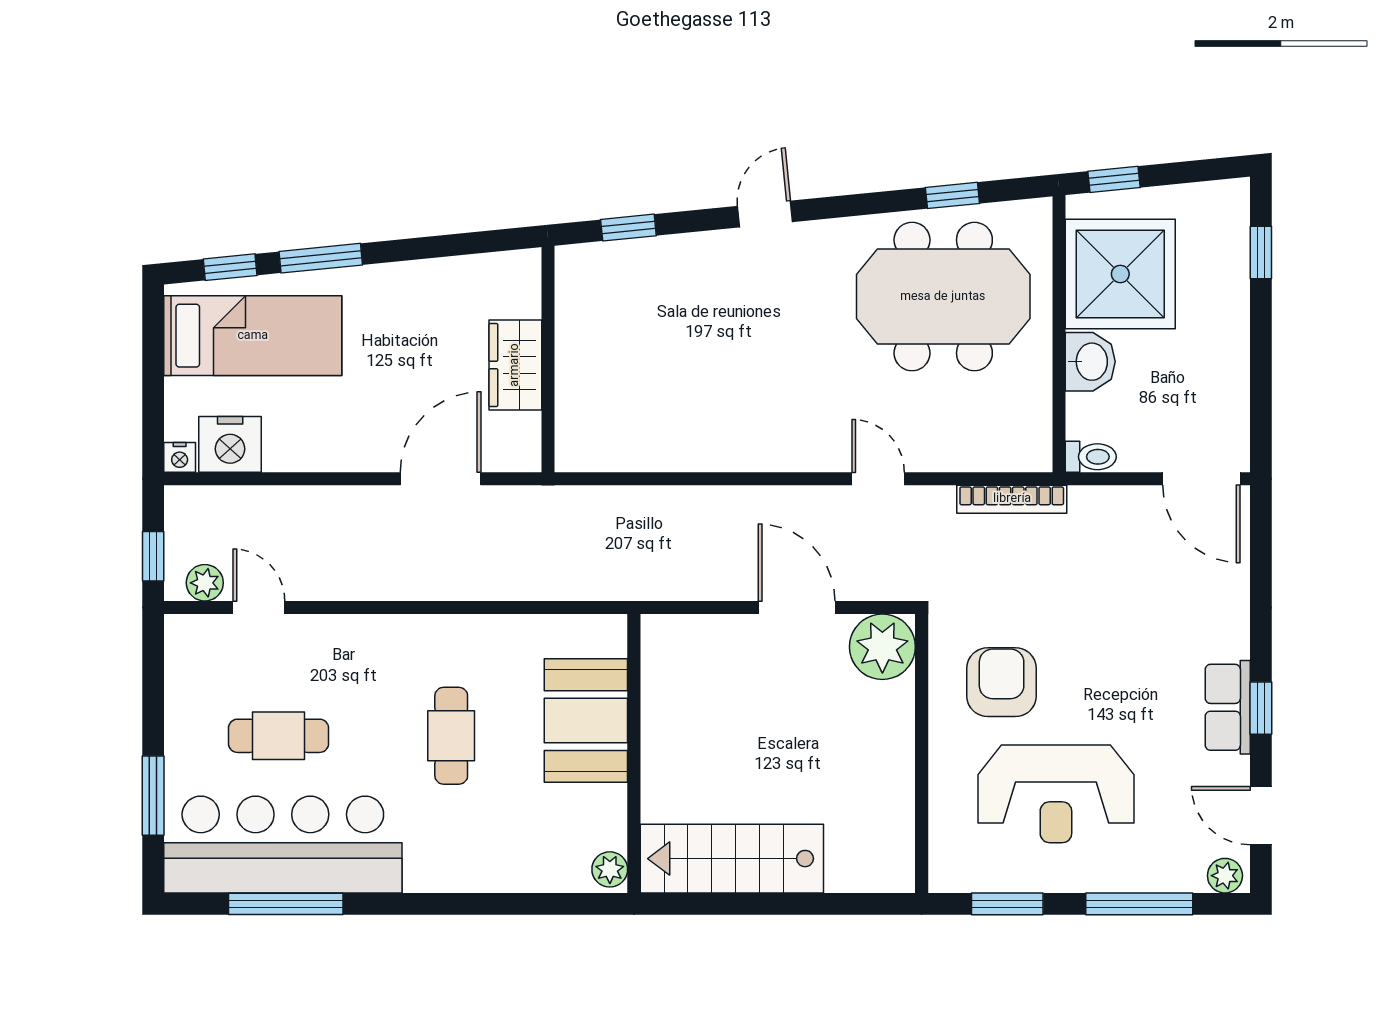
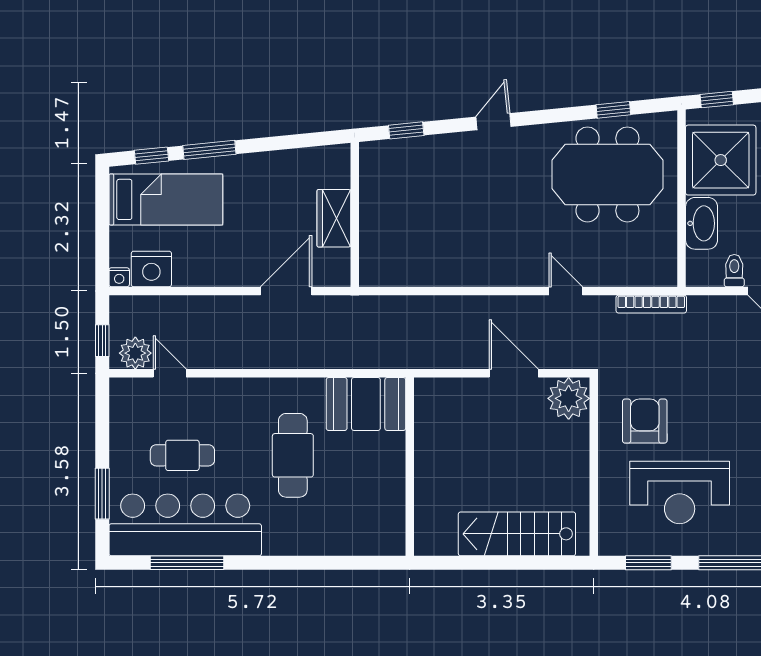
washbasin: (1090, 362) -> (702, 223), width x1.38
toilet: (1091, 457) -> (734, 271), moved, turned -90
plant: (205, 583) -> (135, 353), width x1.38, depth x1.38
booth: (586, 721) -> (366, 404), moved, turned 90
cafe table: (451, 736) -> (293, 455), width x1.37, depth x1.35
stairs: (732, 859) -> (517, 534), moved
plant: (610, 869) -> (394, 541), removed

